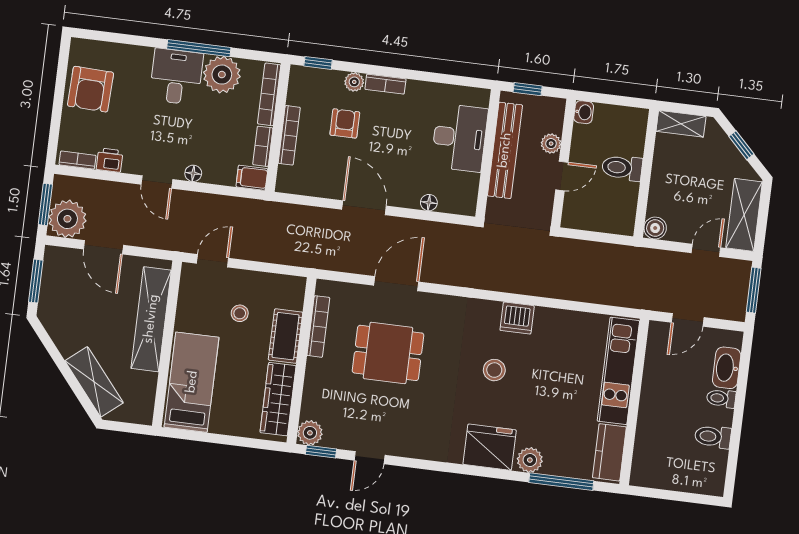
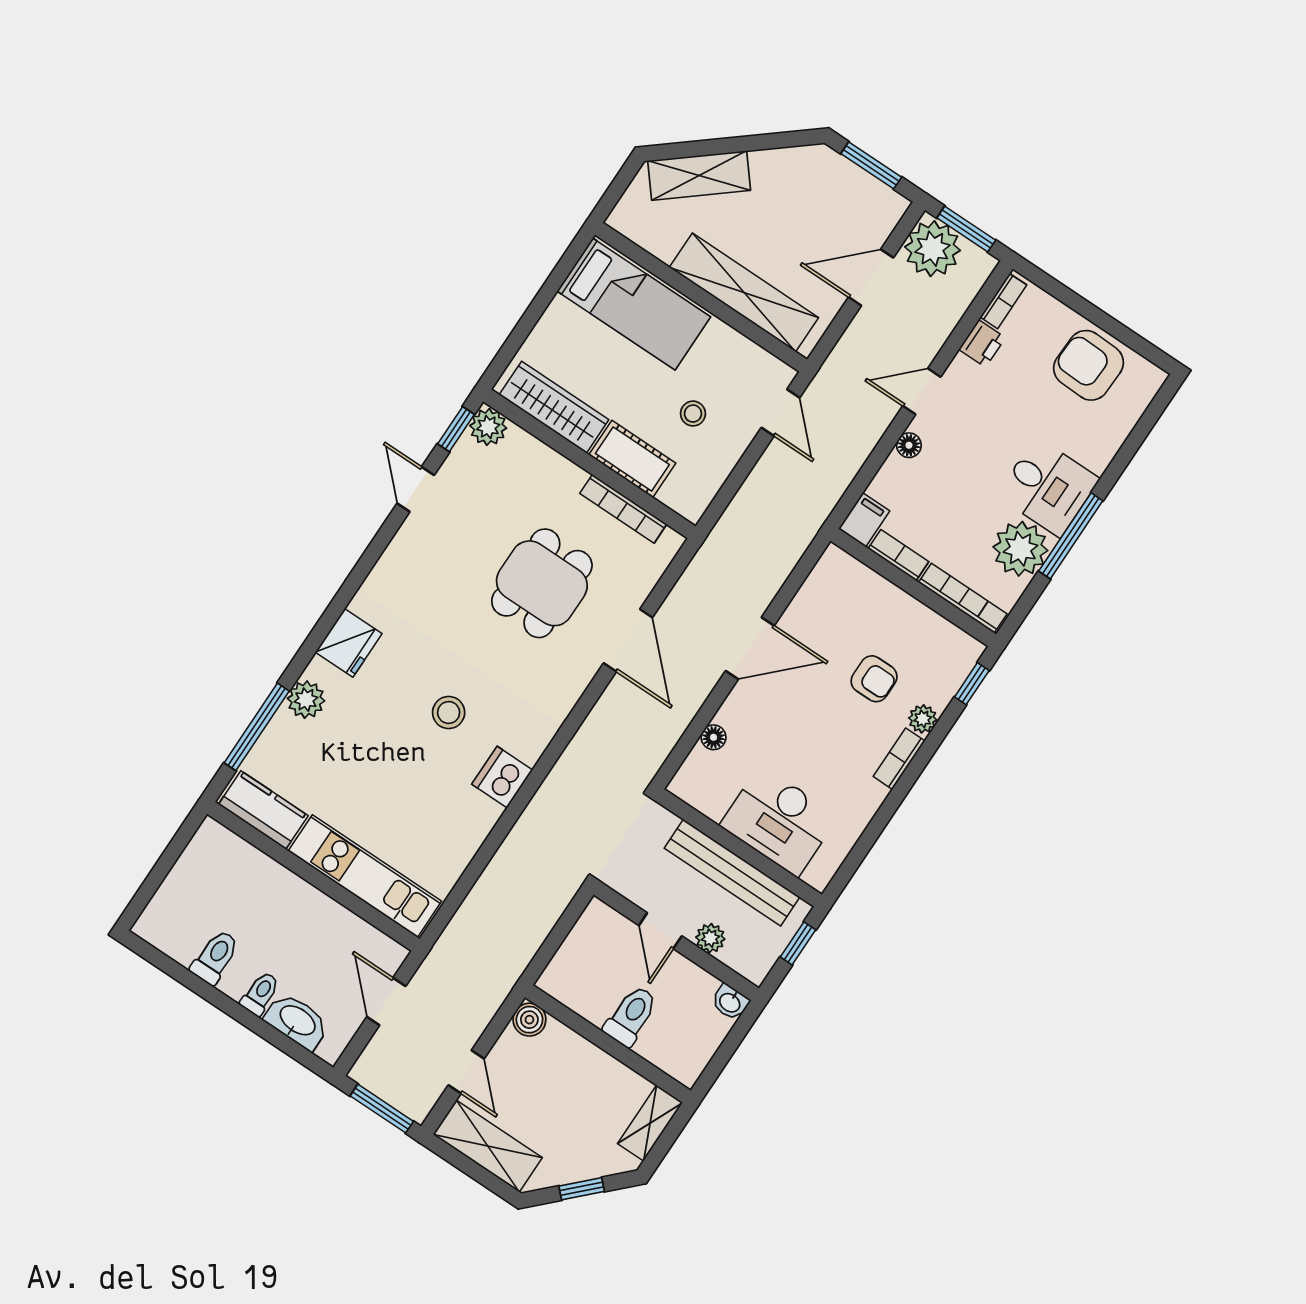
bookcase: (289, 135) -> (895, 597), removed
fridge: (490, 447) -> (349, 643), width x0.73, depth x0.75

